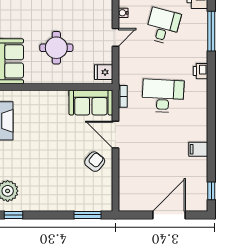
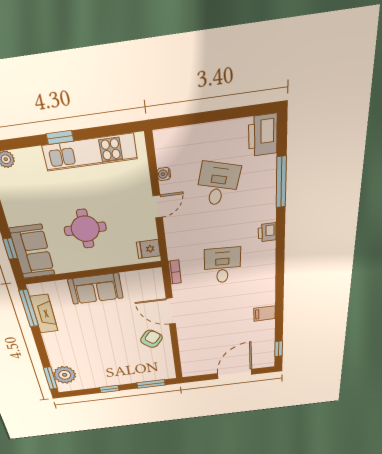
desk: (163, 96) -> (222, 265), width x0.73
sofa: (91, 102) -> (96, 289), moved
window: (14, 215) -> (109, 389), moved

